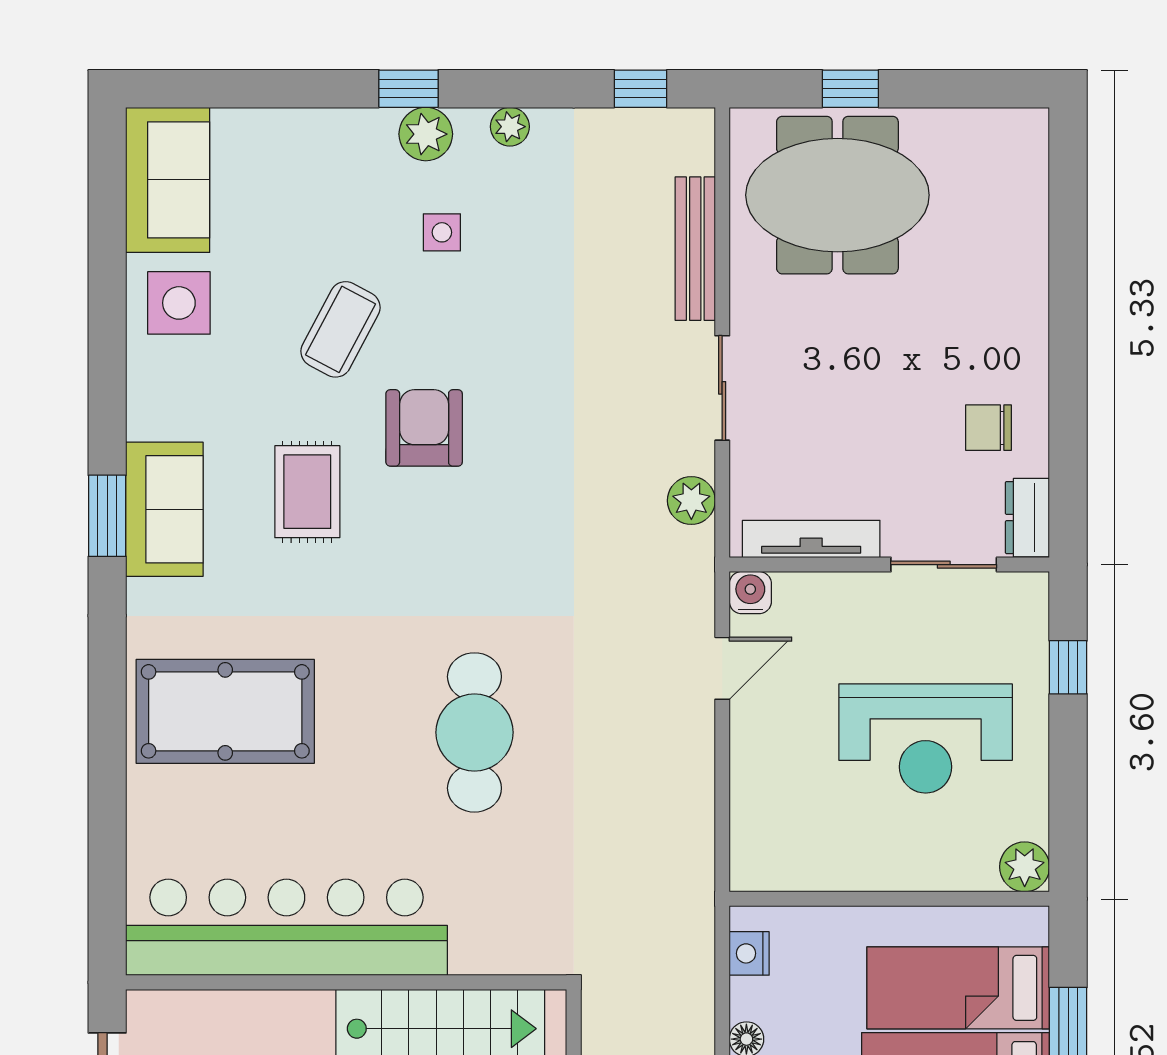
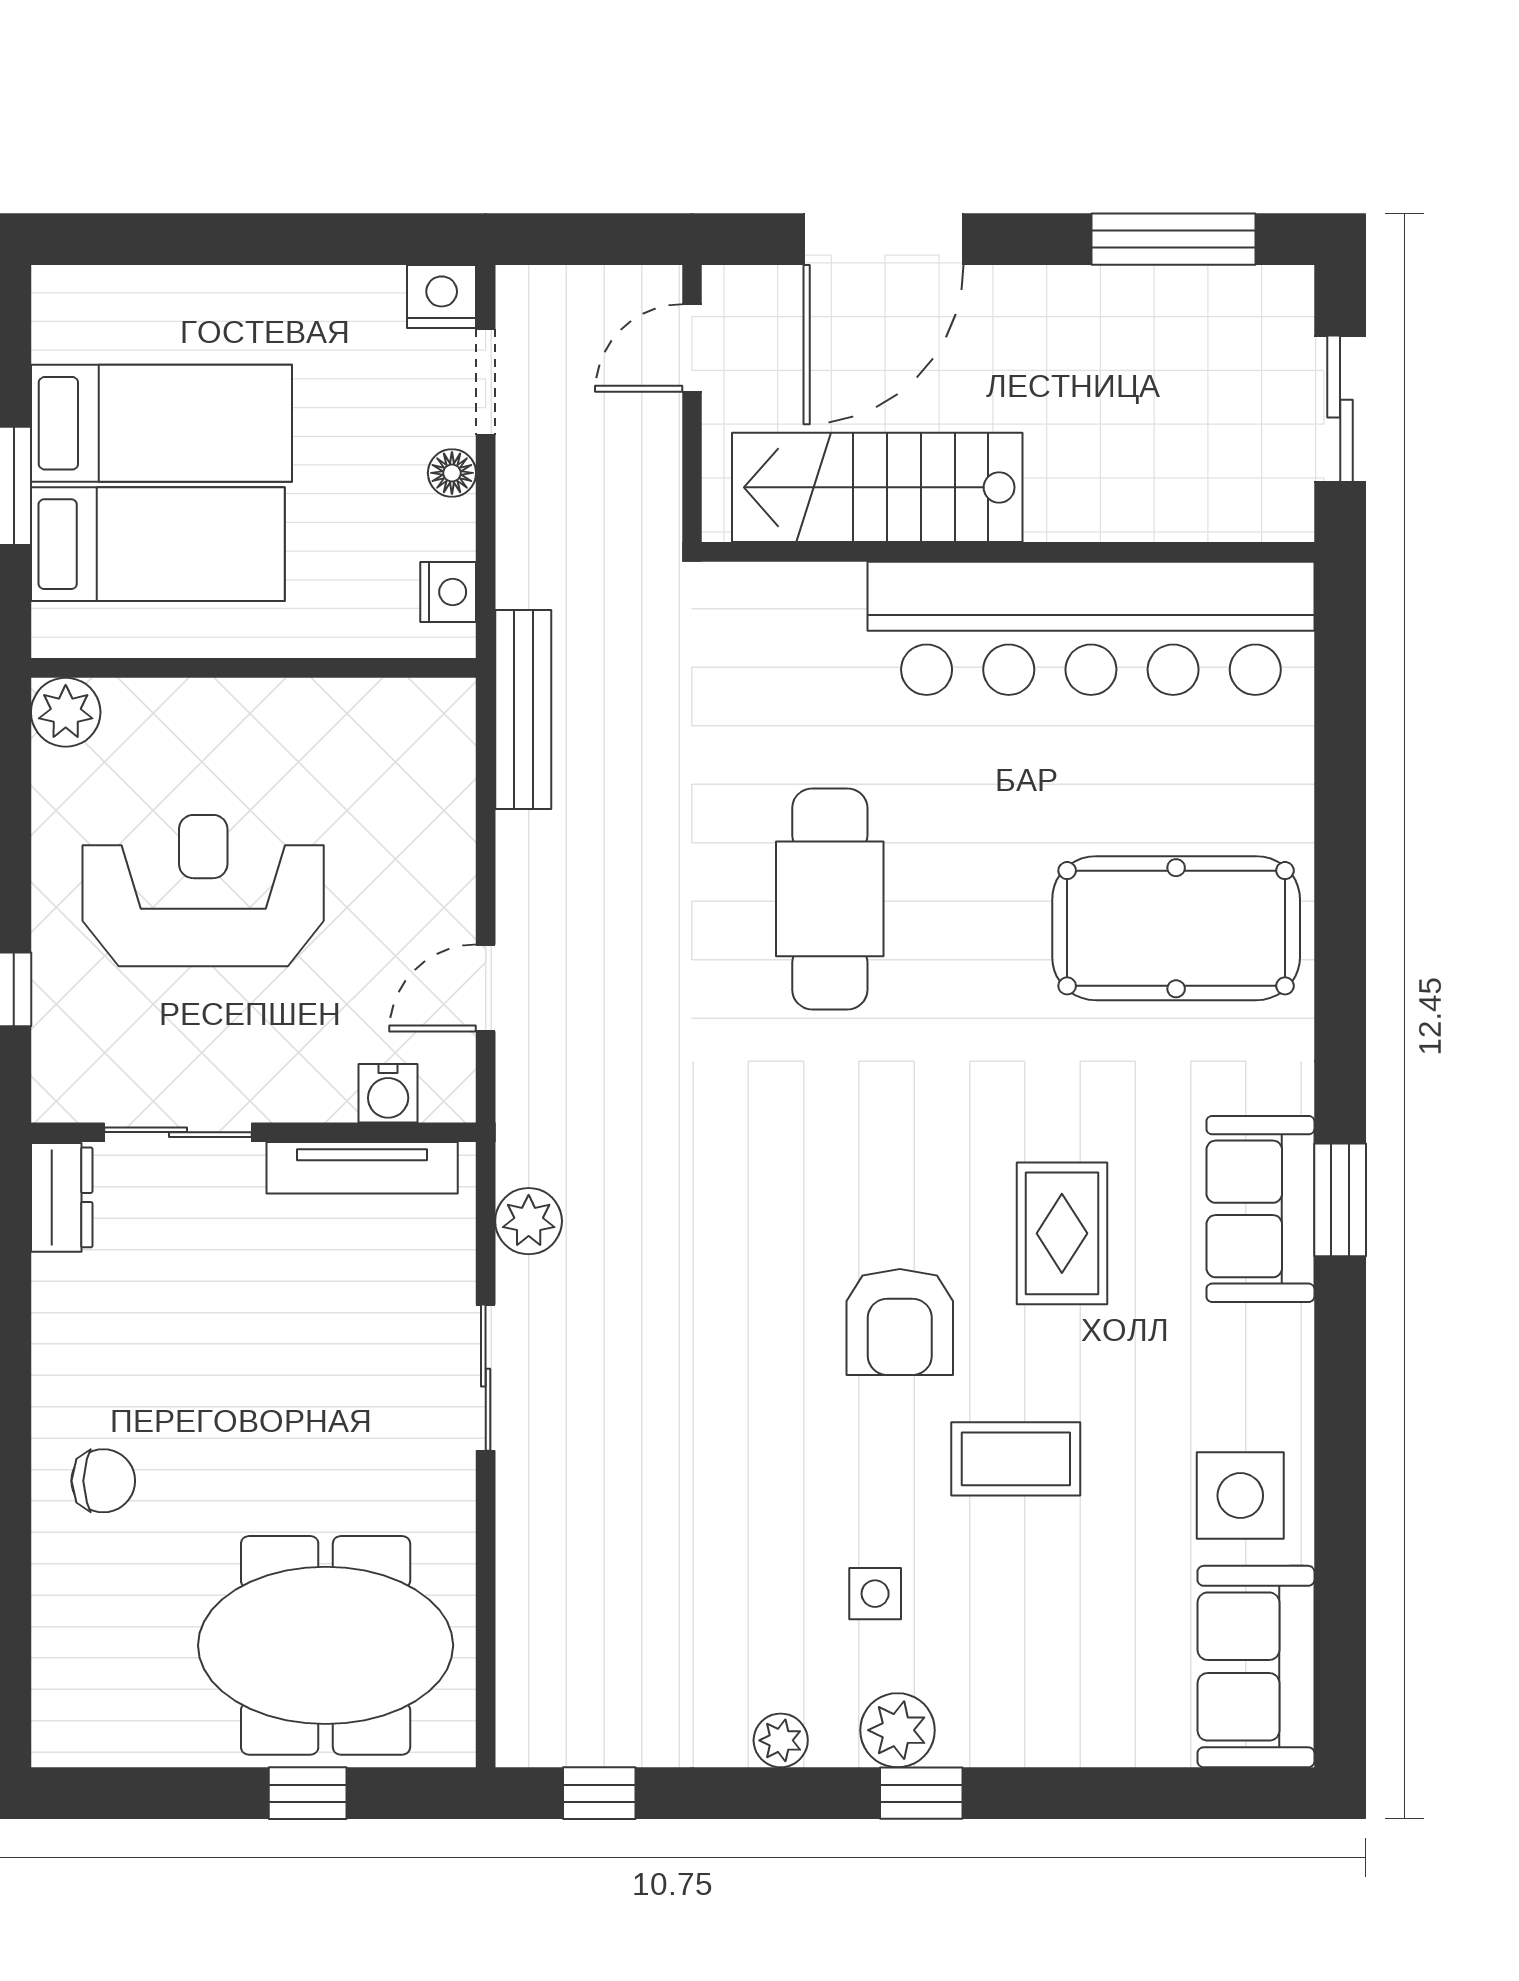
bench: (695, 249) -> (523, 709), moved
coffee table: (341, 329) -> (1016, 1459), turned 62
chair: (988, 428) -> (103, 1481), moved
water cooler: (750, 593) -> (388, 1093), moved

